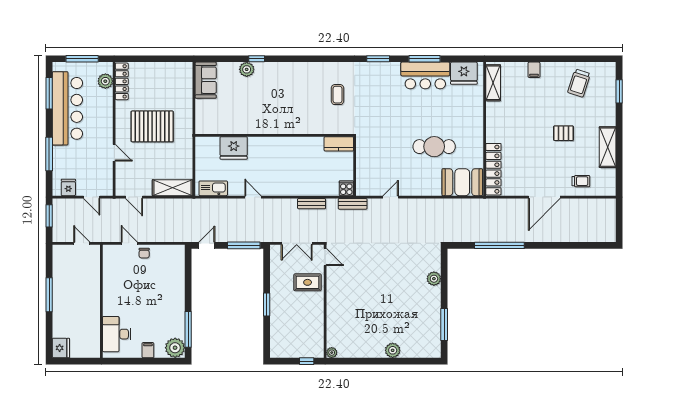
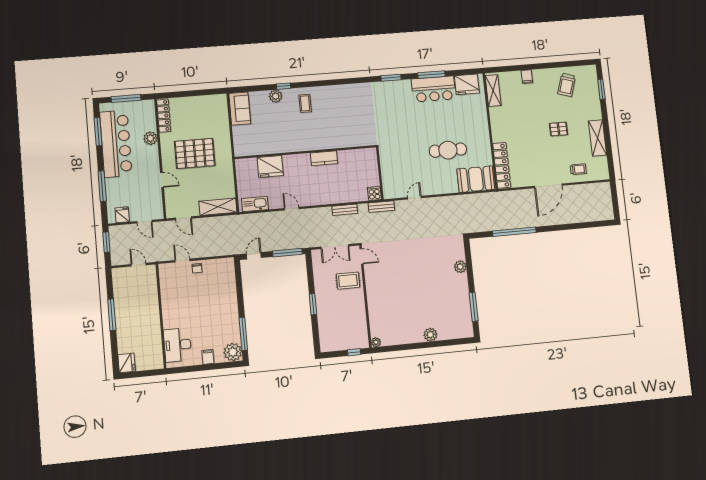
plant: (105, 81) -> (150, 138), moved
coffee table: (337, 95) -> (305, 103), moved
kitchen counter: (339, 144) -> (324, 158), moved

